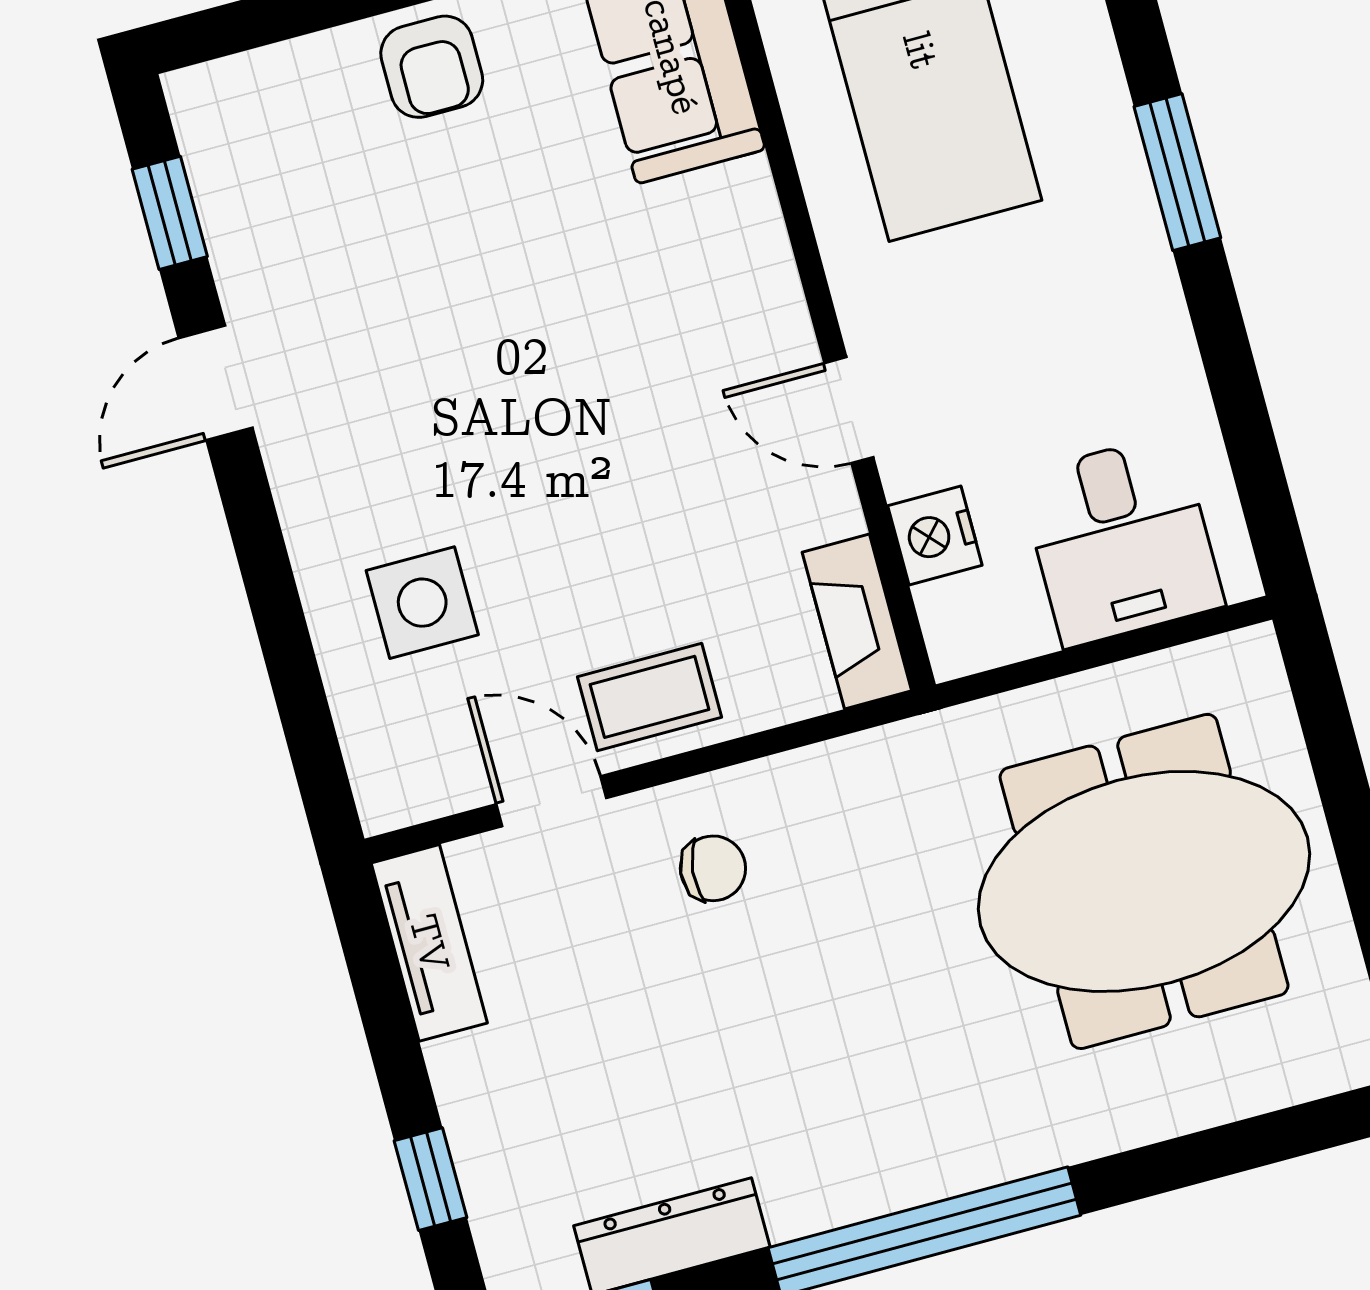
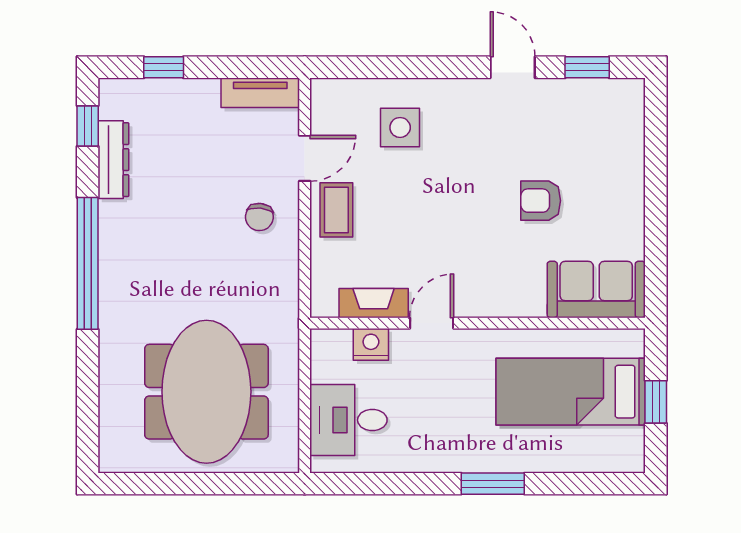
armchair: (432, 67) -> (541, 201), moved
fireplace: (857, 622) -> (374, 303), moved

